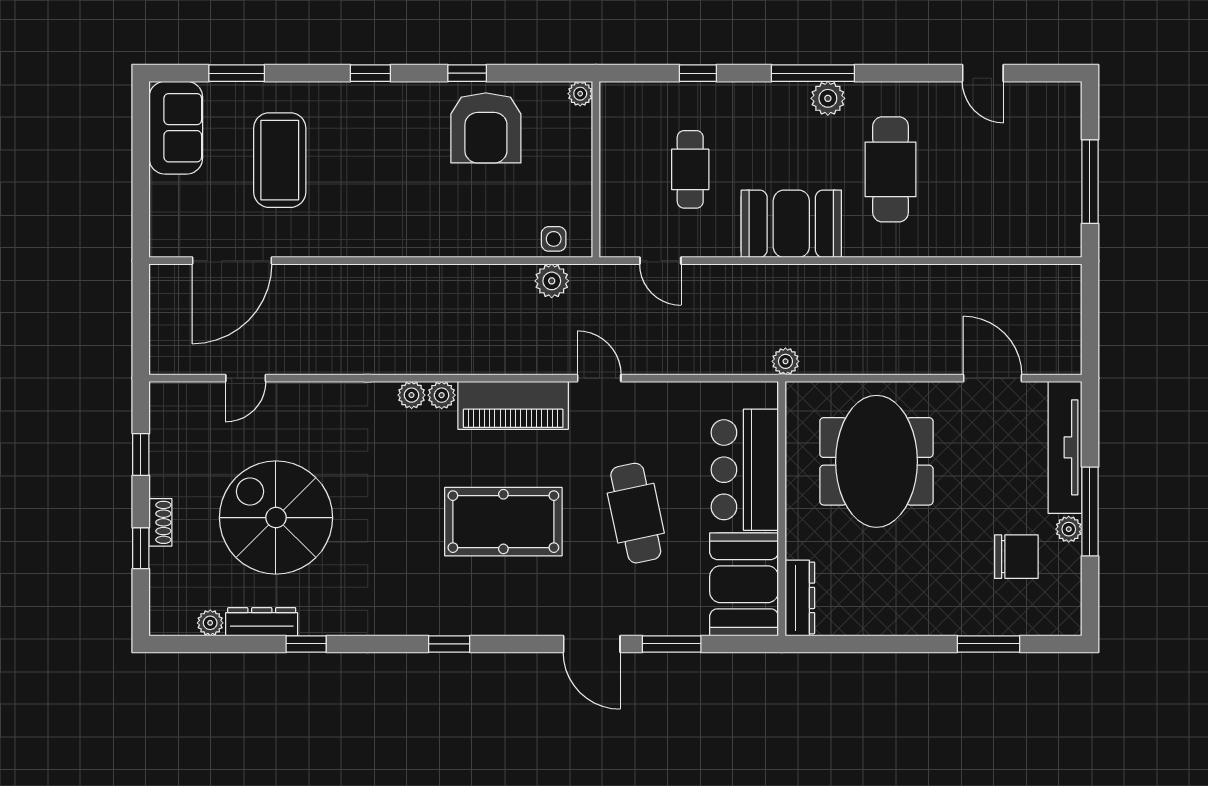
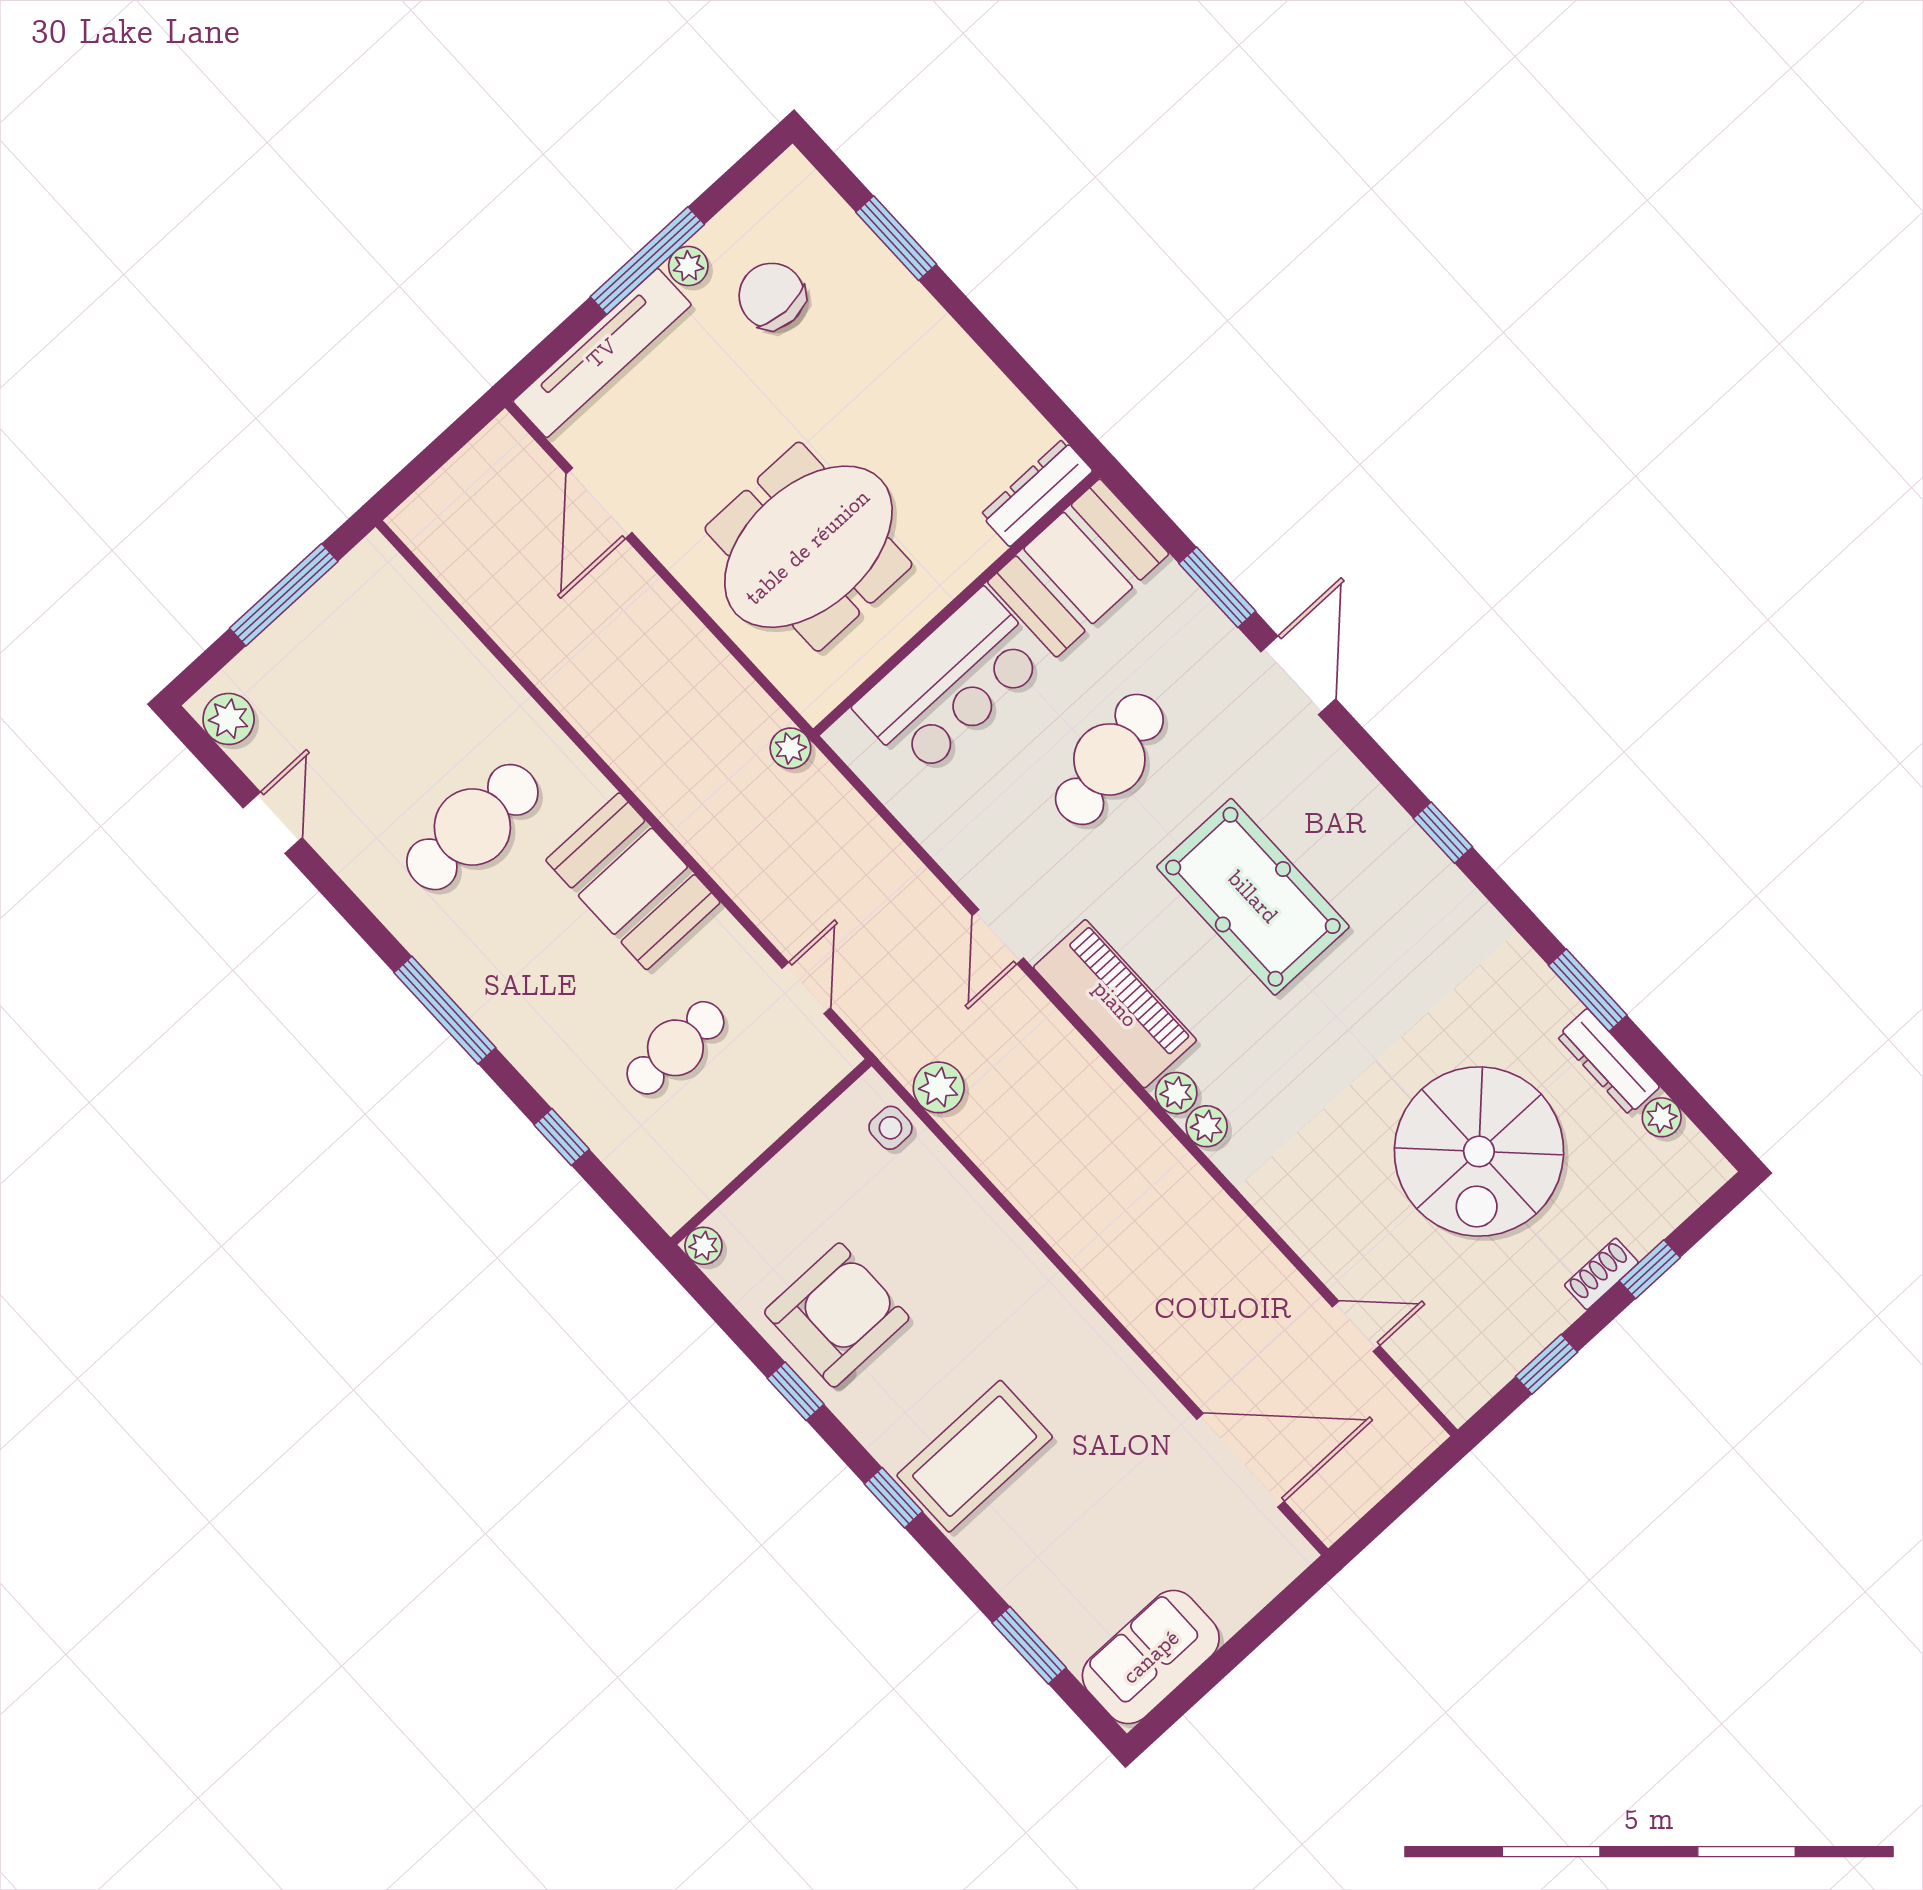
plant: (828, 98) -> (229, 719), moved
coffee table: (280, 160) -> (975, 1456), moved
window: (306, 644) -> (1588, 990), width x1.50

